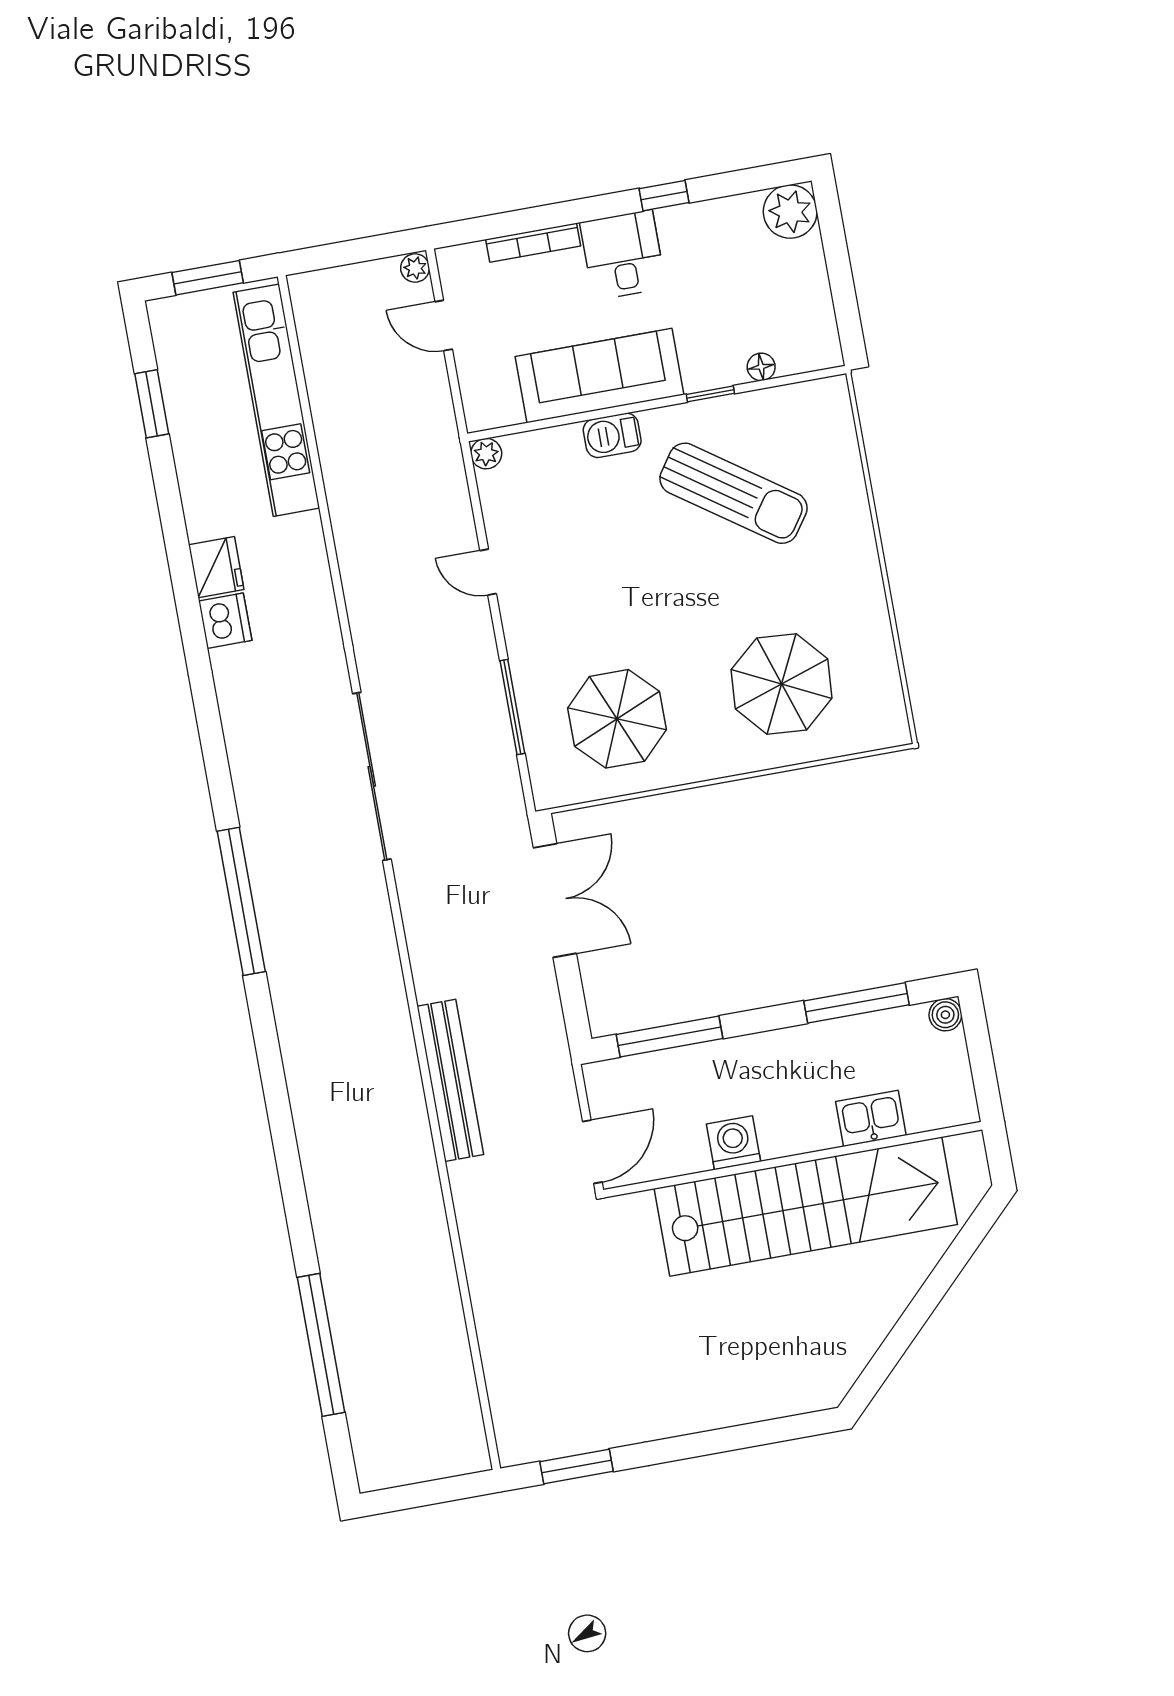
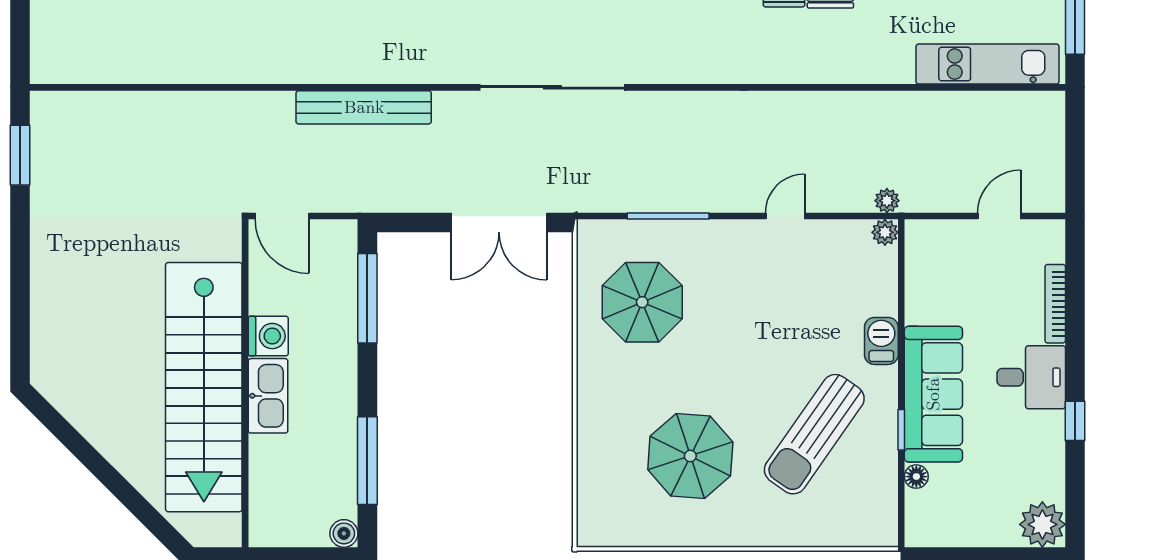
plant: (415, 268) -> (887, 201), moved
sofa: (599, 376) -> (933, 394), moved
kitchen unit: (276, 400) -> (988, 64), width x0.73
parasol: (782, 684) -> (690, 456), moved
sliding door: (372, 776) -> (552, 87), moved
kitchen sink: (871, 1118) -> (268, 396), moved, width x1.38

